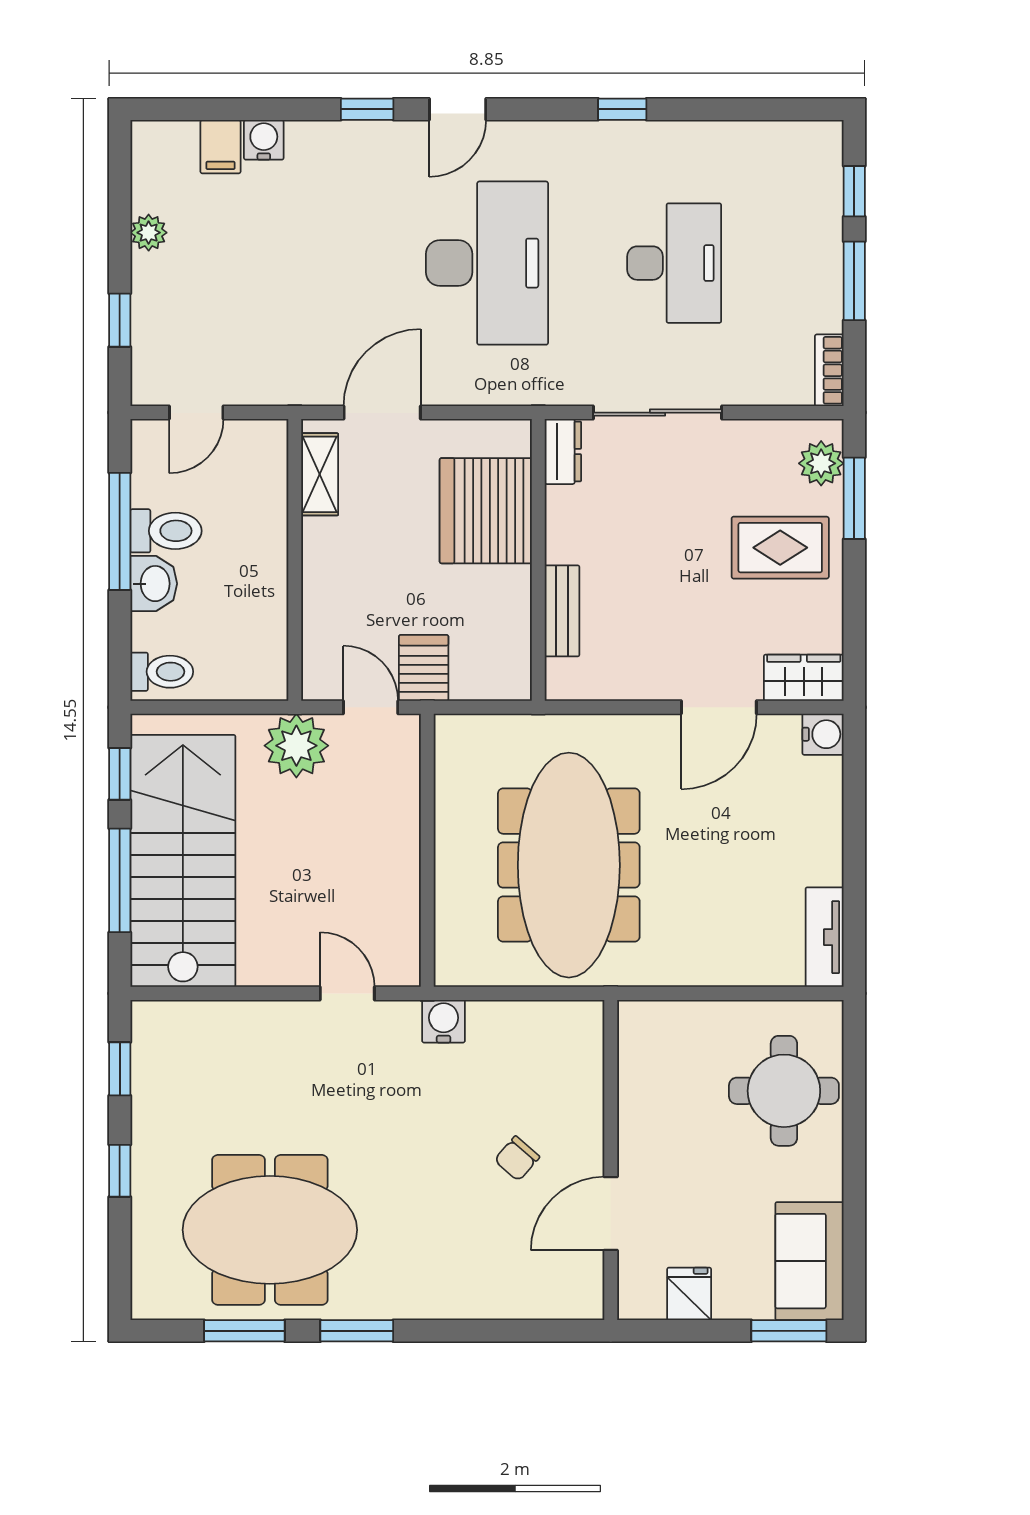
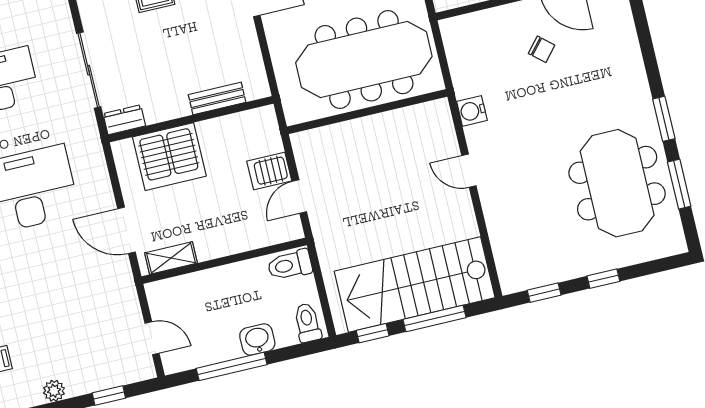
toilet: (166, 531) -> (290, 265), moved, turned -90
plant: (296, 746) -> (332, 234), removed
wall: (427, 850) -> (367, 112), moved
door: (347, 993) -> (469, 171), hinge flipped

